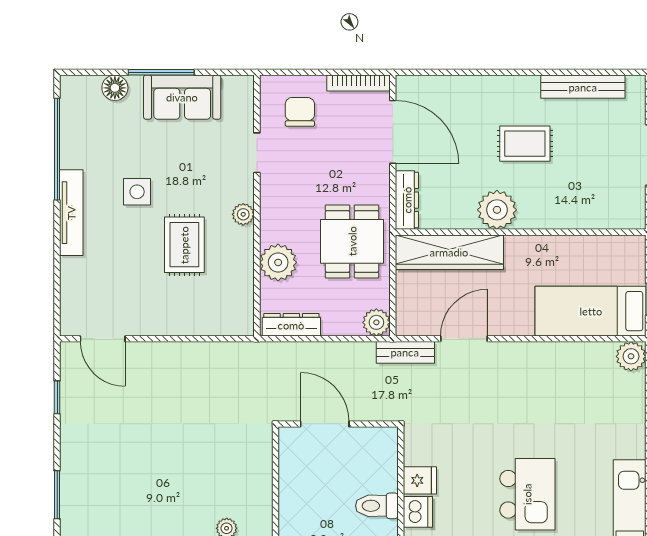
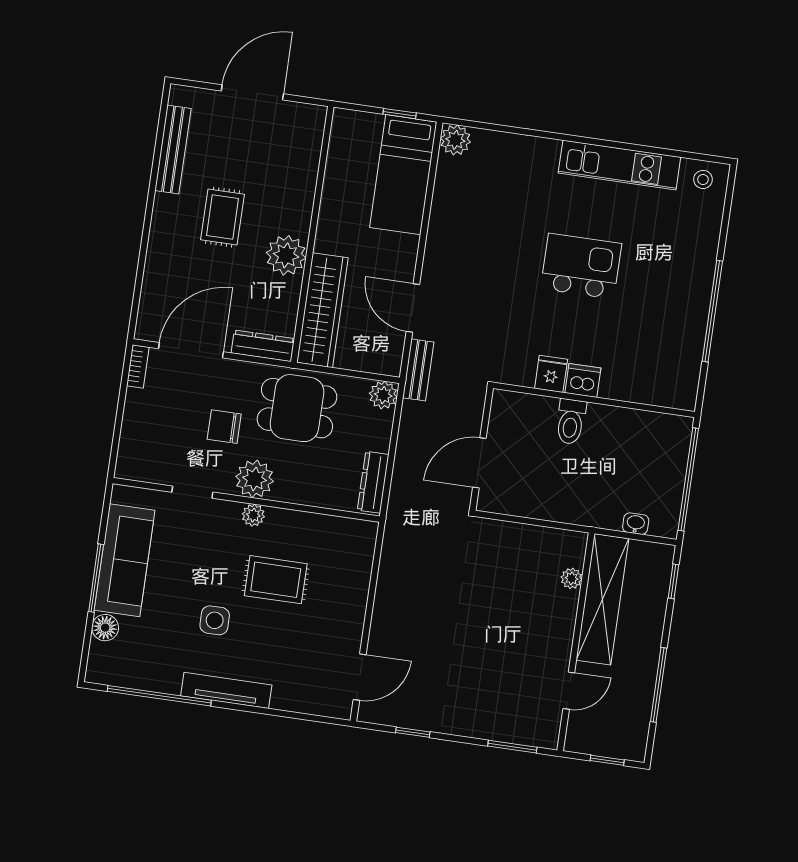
bookcase: (359, 83) -> (138, 366), width x0.64
sofa: (182, 97) -> (125, 560), width x1.36
chair: (300, 112) -> (224, 427), moved
plant: (278, 262) -> (255, 479), moved

